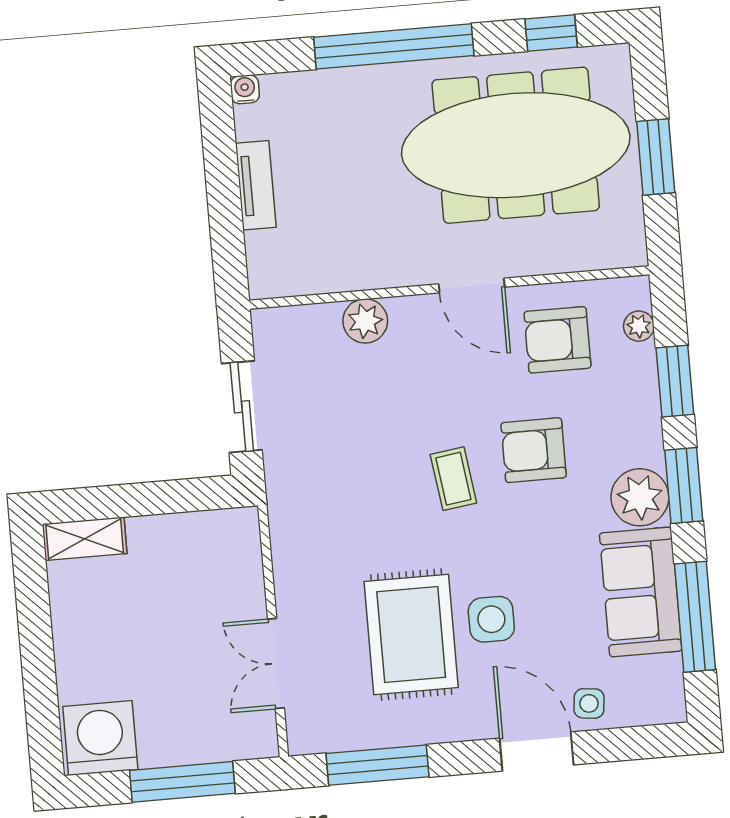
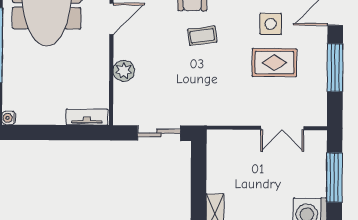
tv unit: (256, 185) -> (87, 117), moved
rug: (411, 634) -> (274, 63), width x0.73, depth x0.70
window: (378, 765) -> (335, 68), moved

